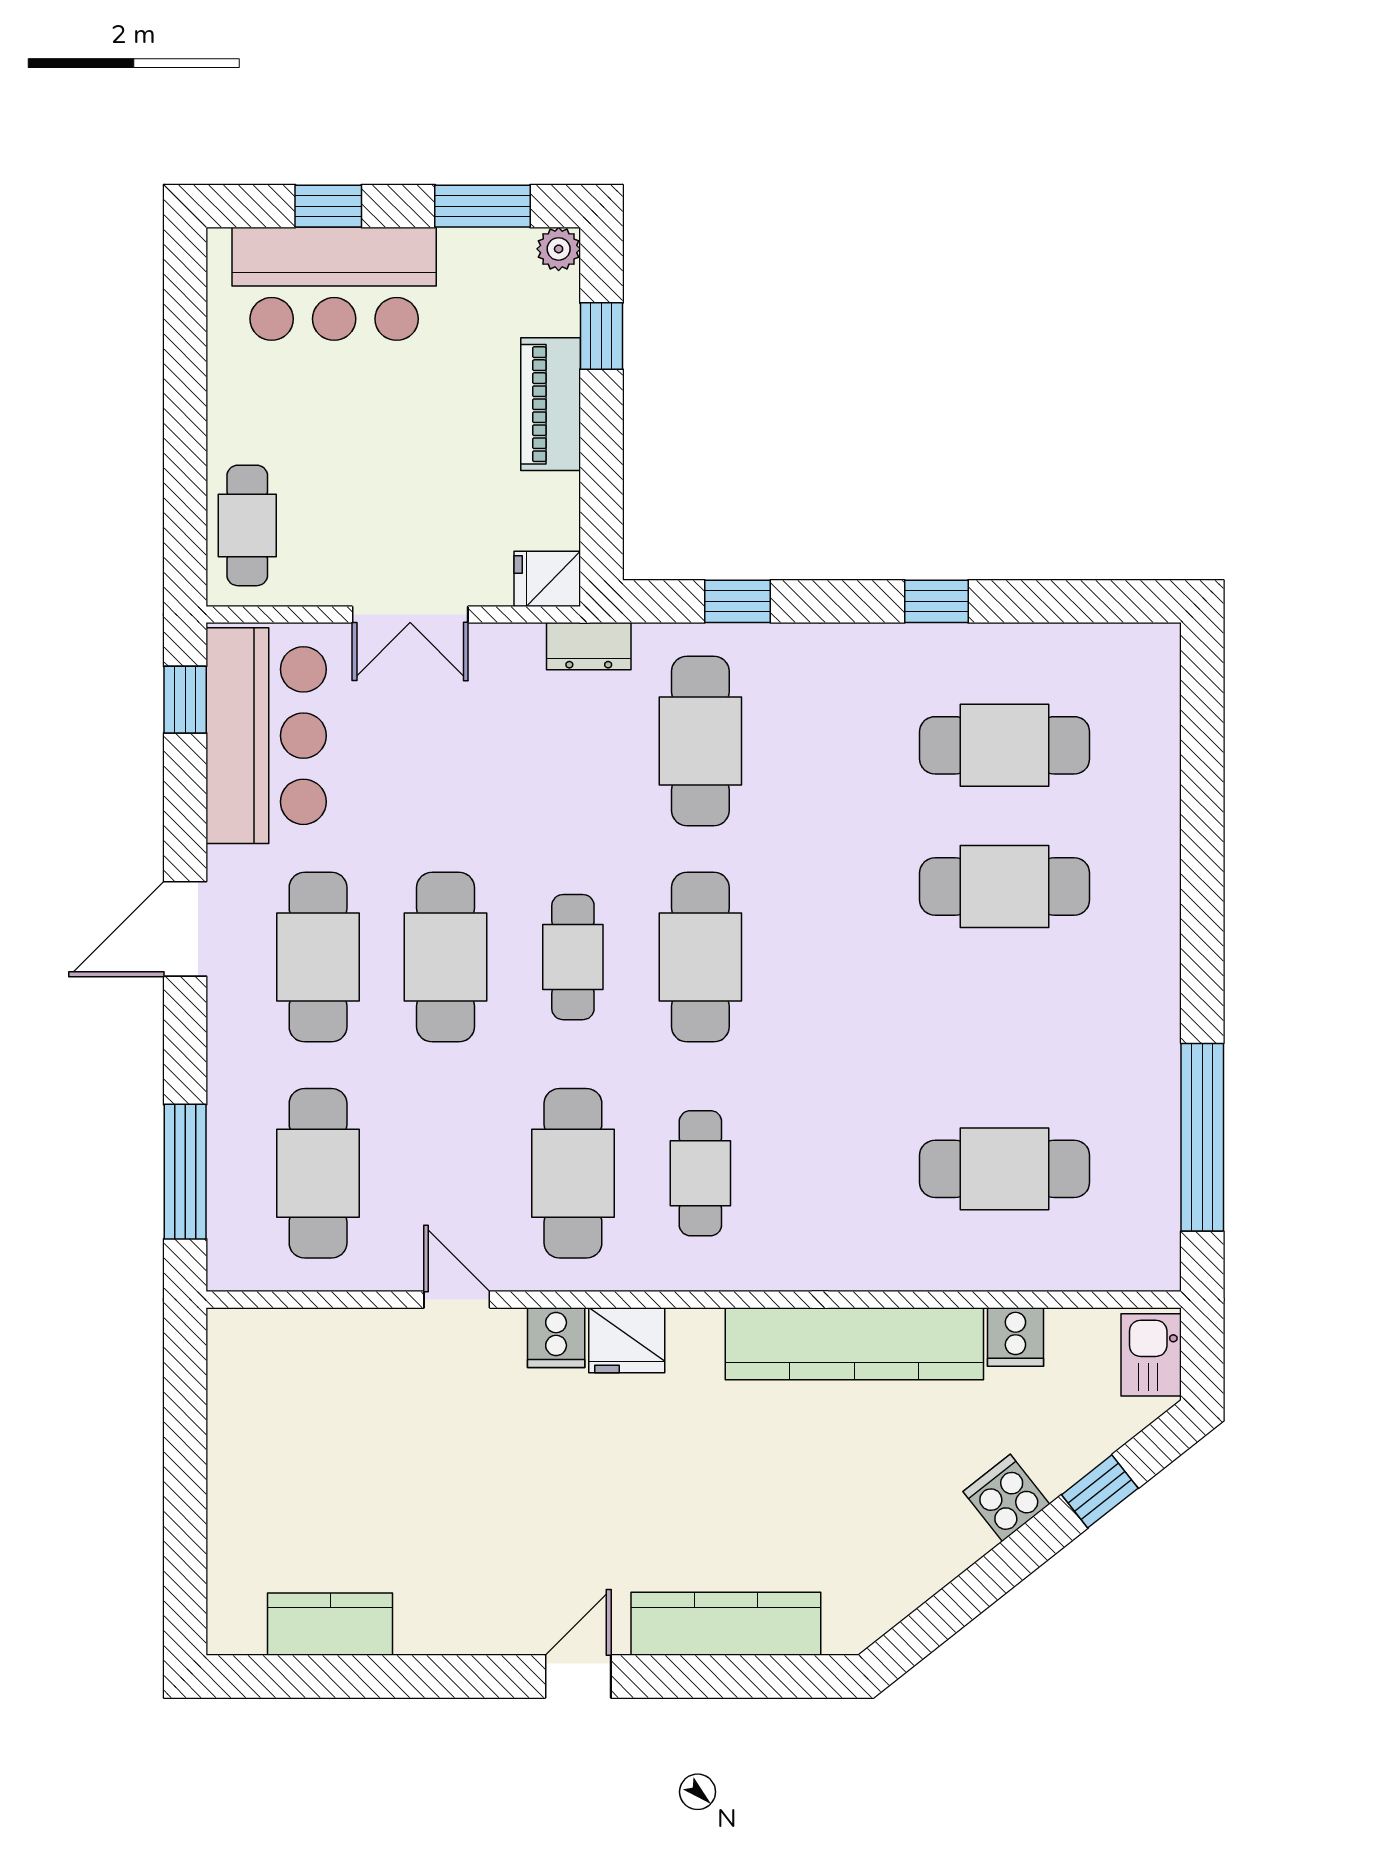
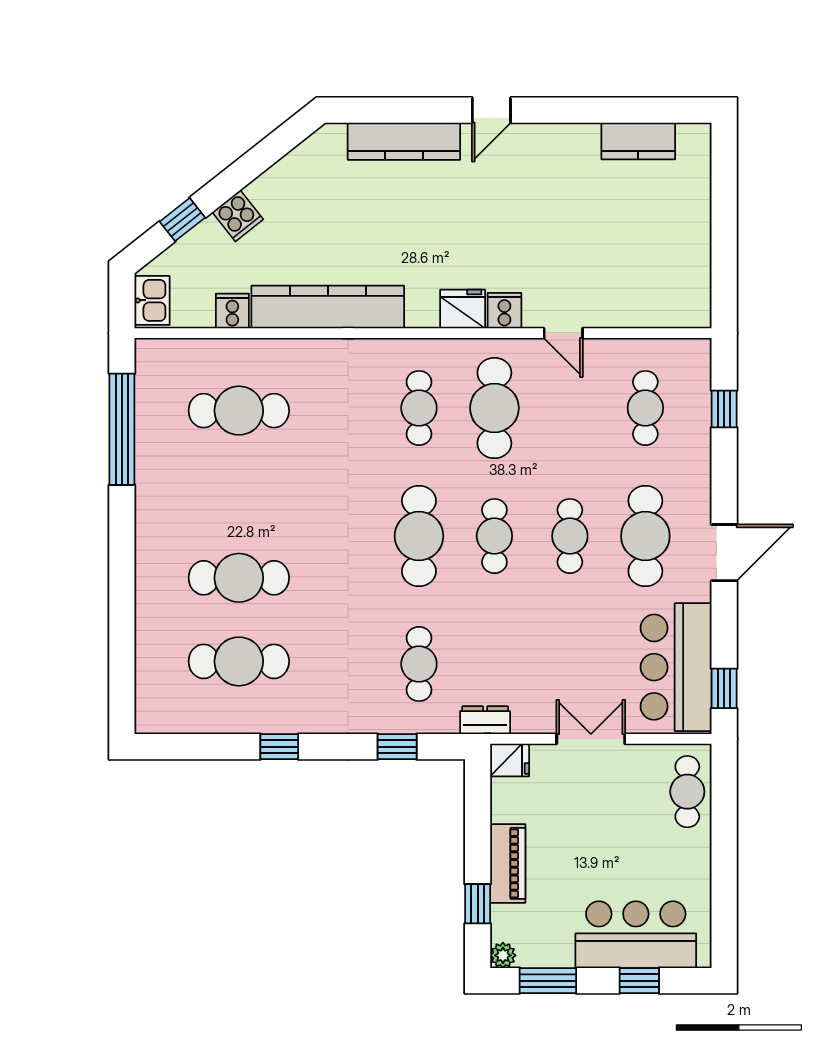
cafe table: (700, 741) -> (419, 664), width x0.73, depth x0.74
cafe table: (446, 957) -> (570, 536), width x0.73, depth x0.74
window: (185, 1172) -> (724, 409), width x0.46
cafe table: (318, 1173) -> (645, 408), width x0.73, depth x0.74

